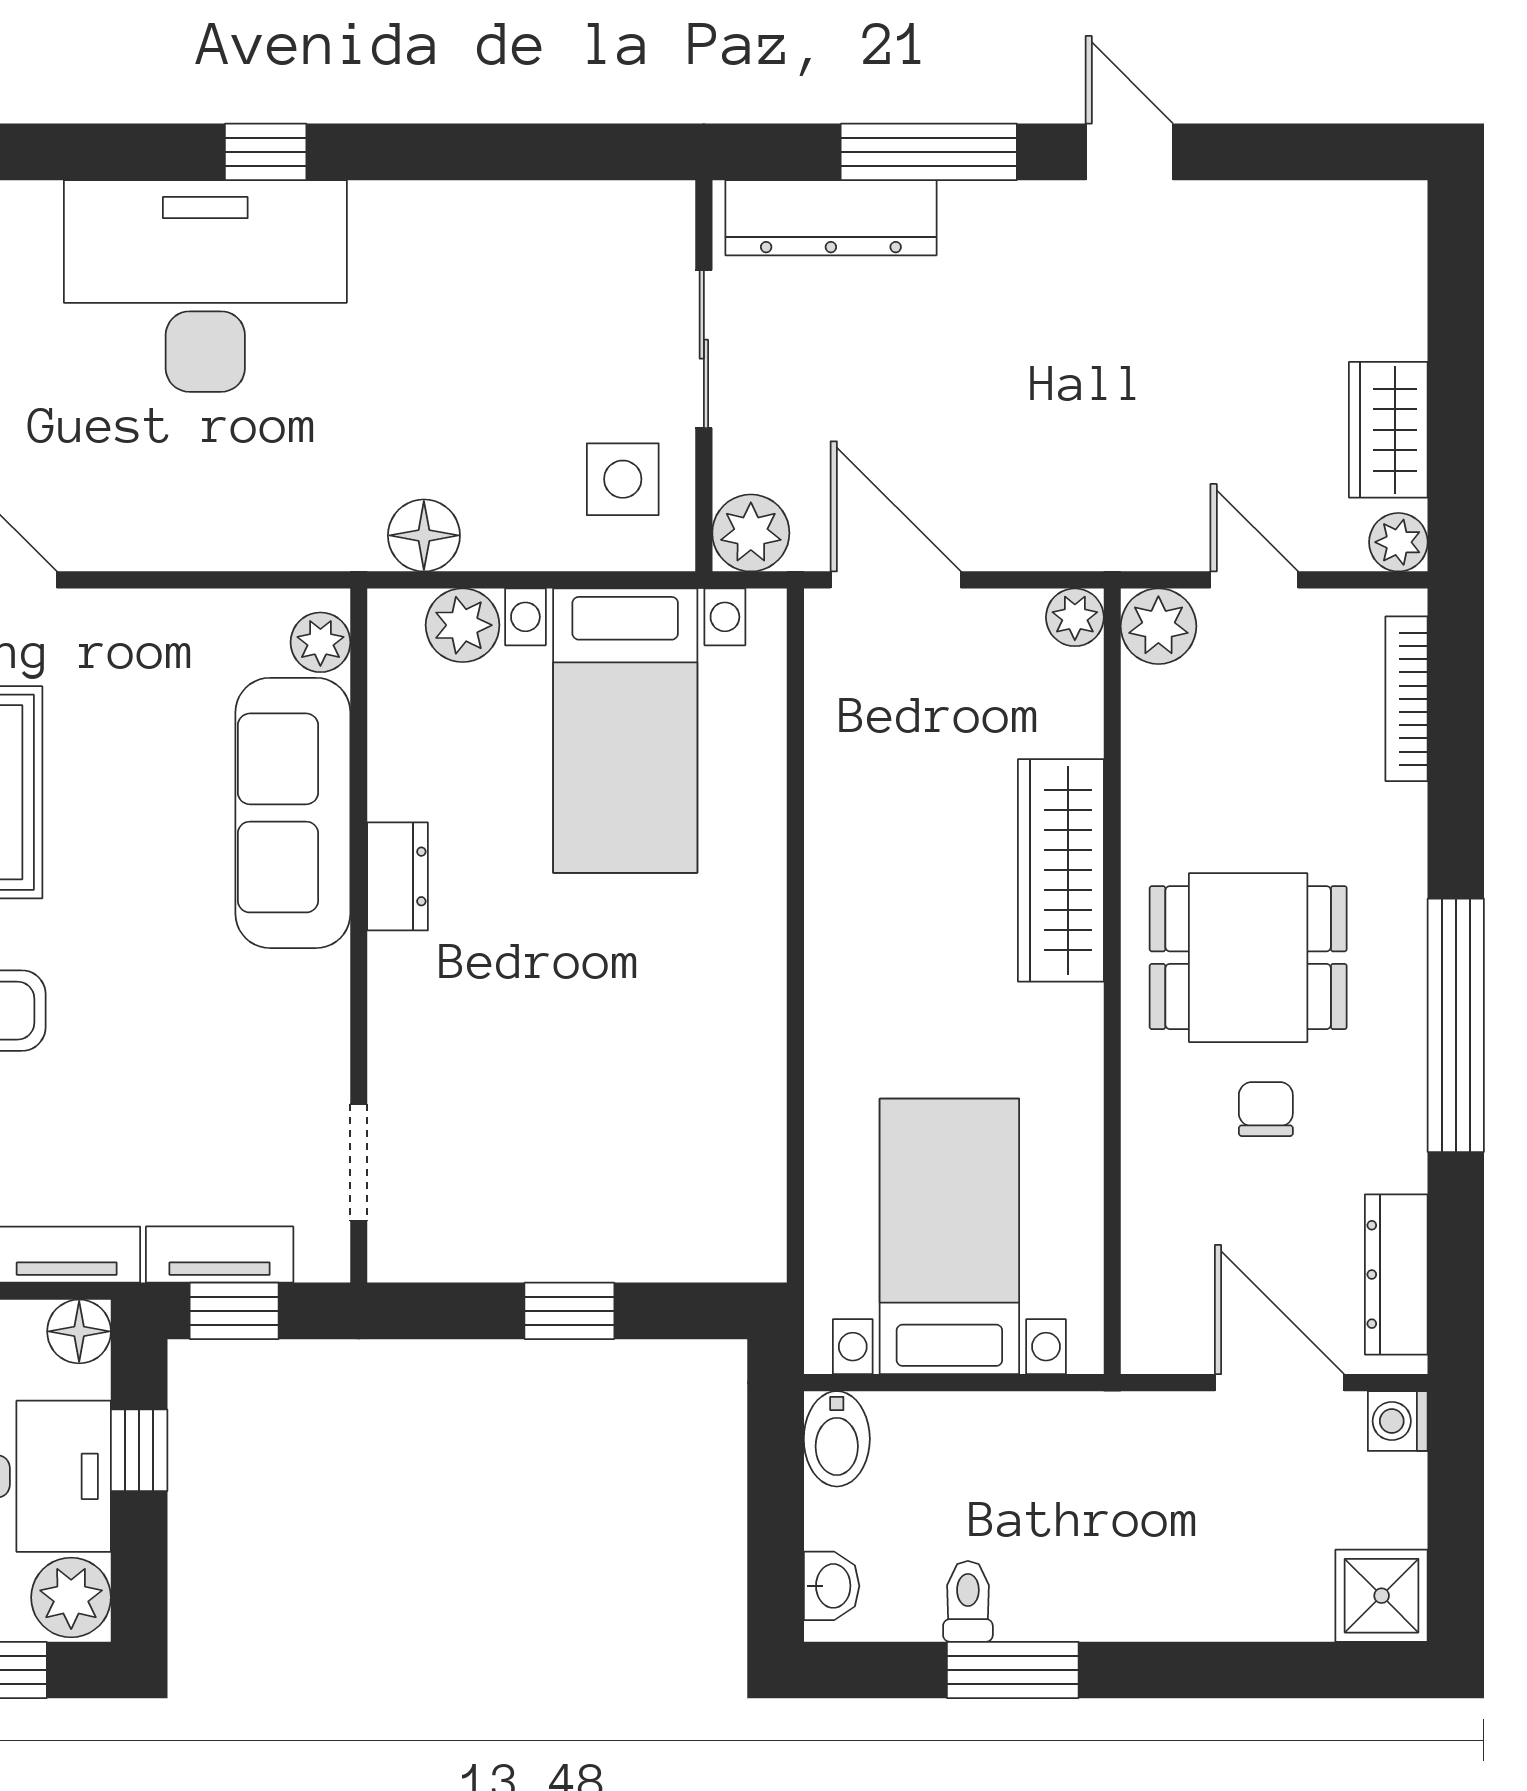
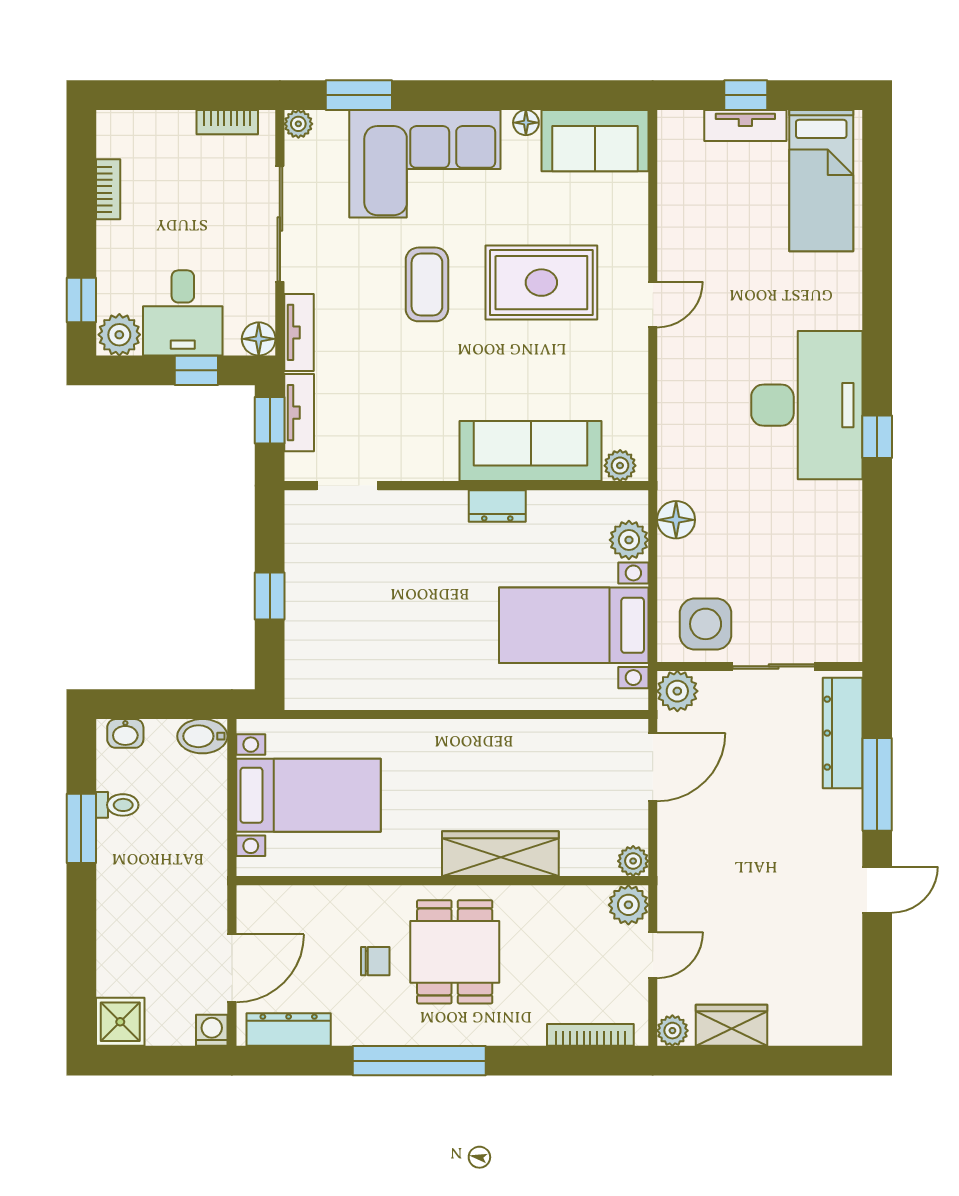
side table: (623, 479) -> (706, 624), width x1.37, depth x1.37

